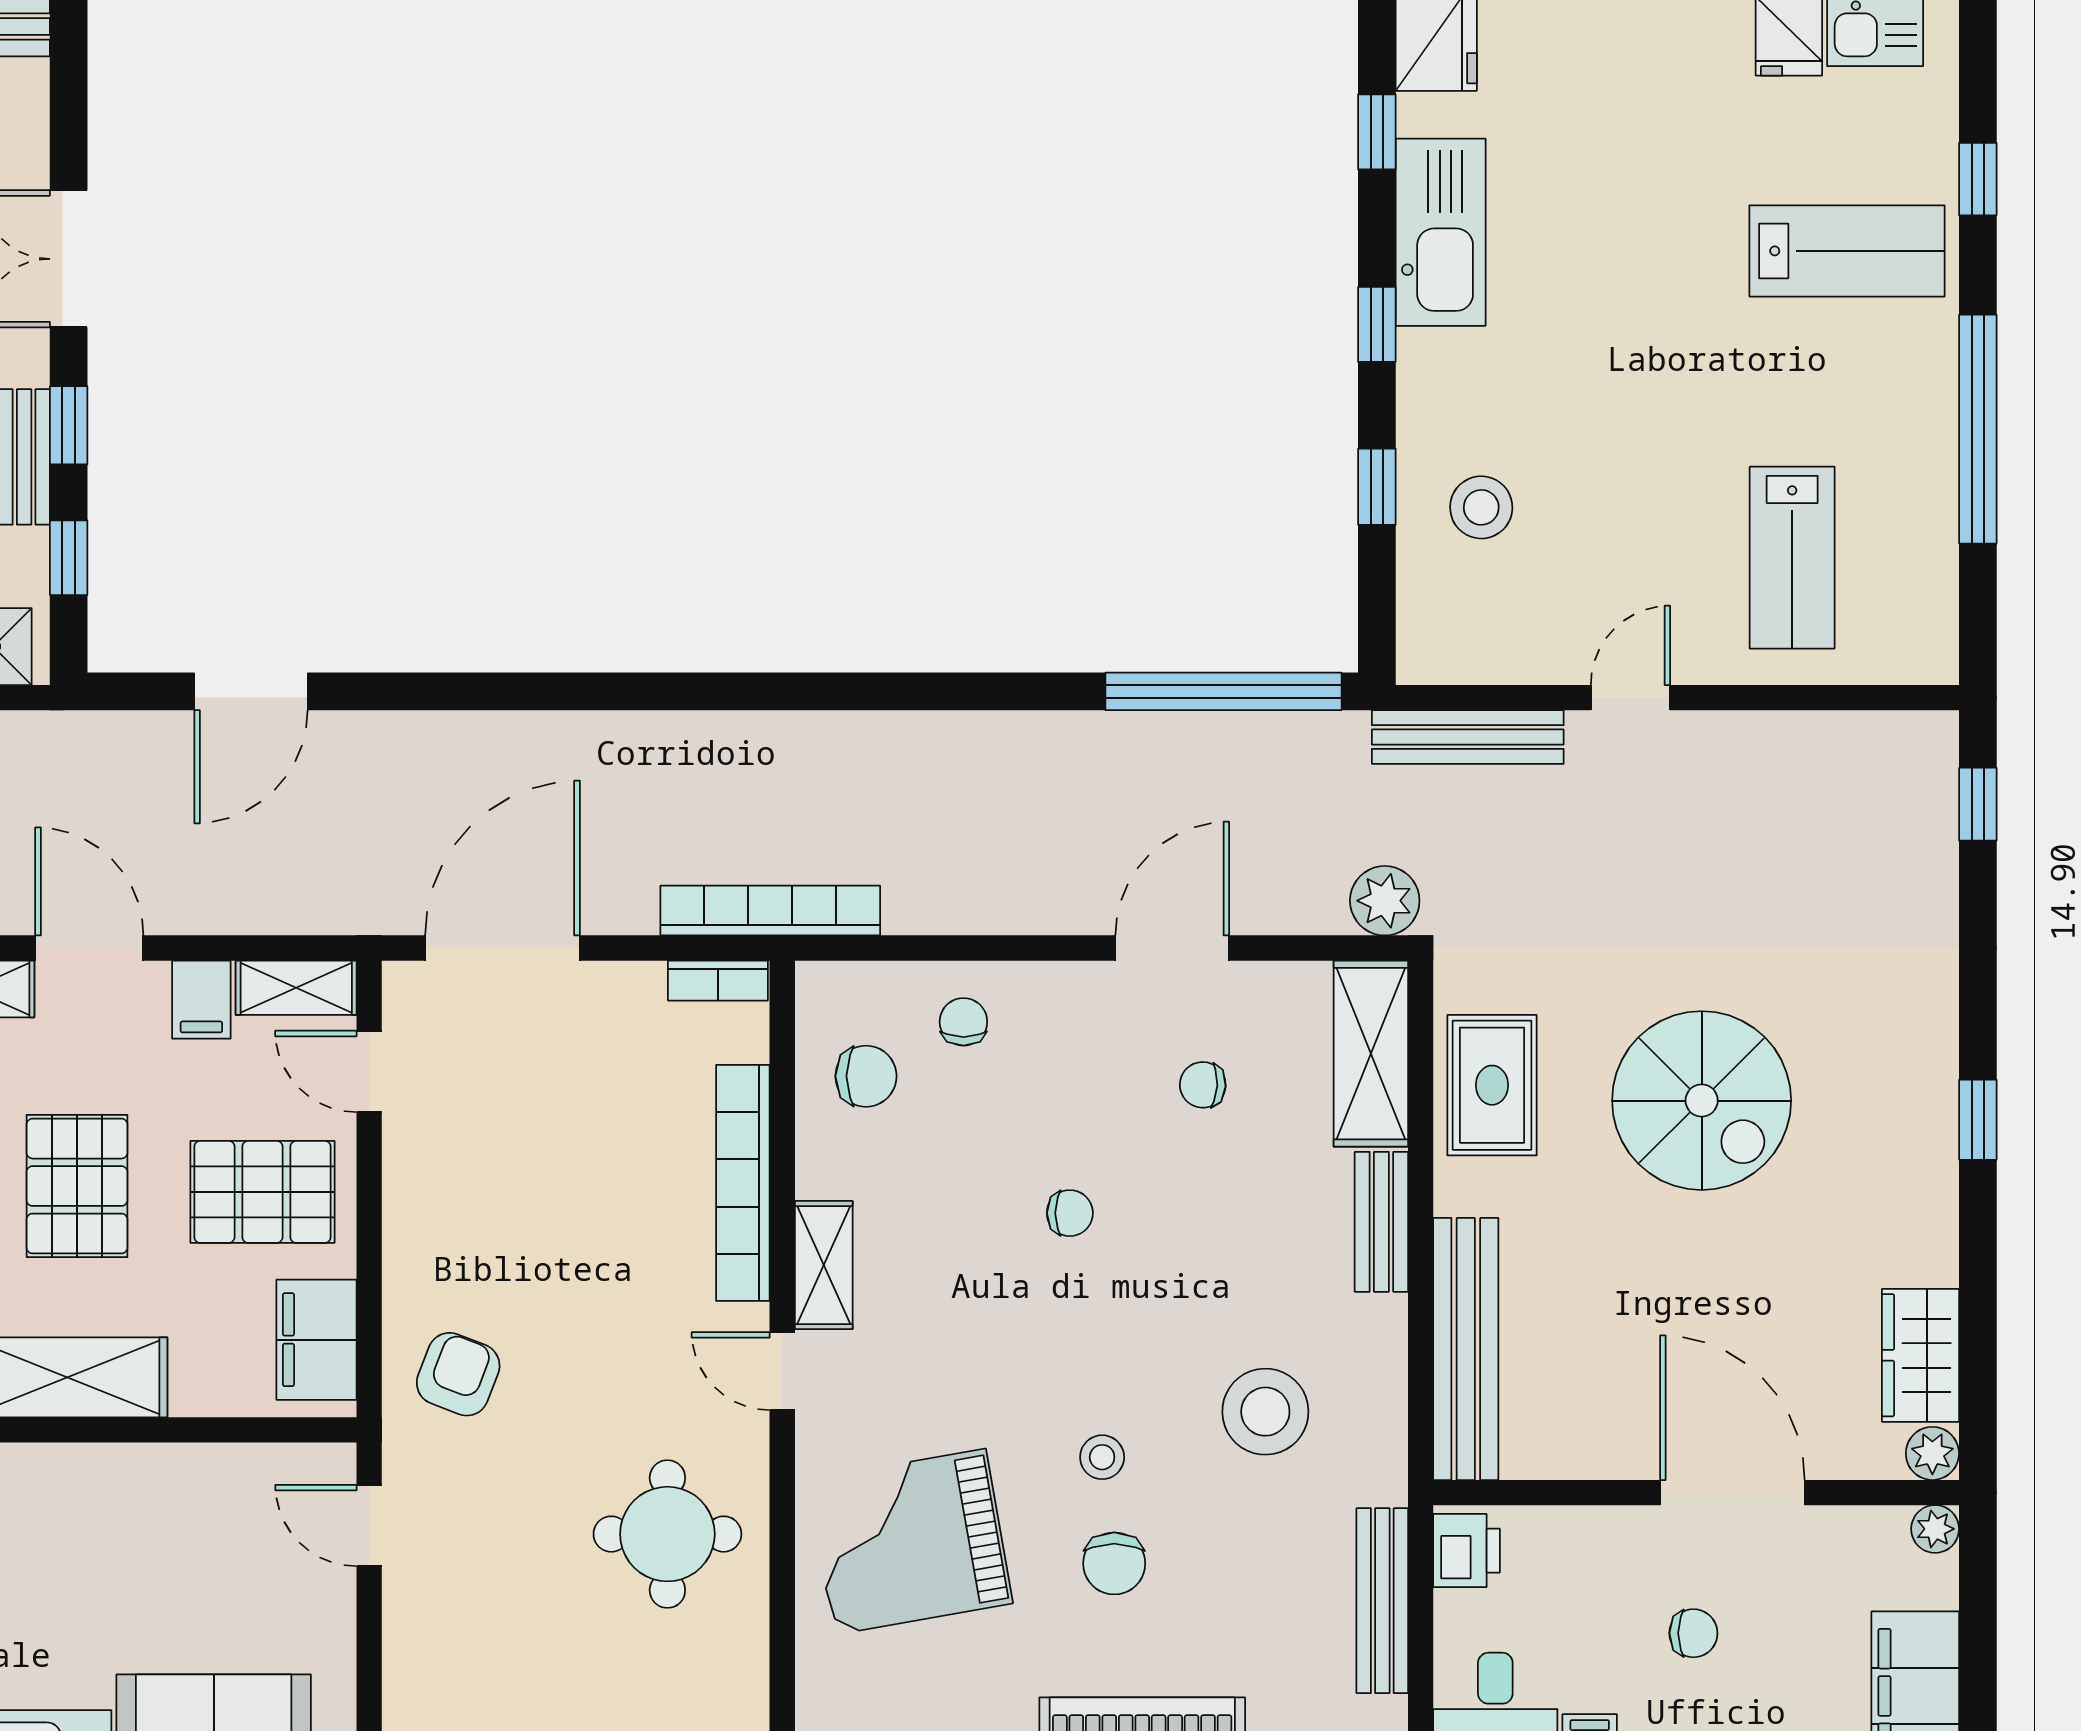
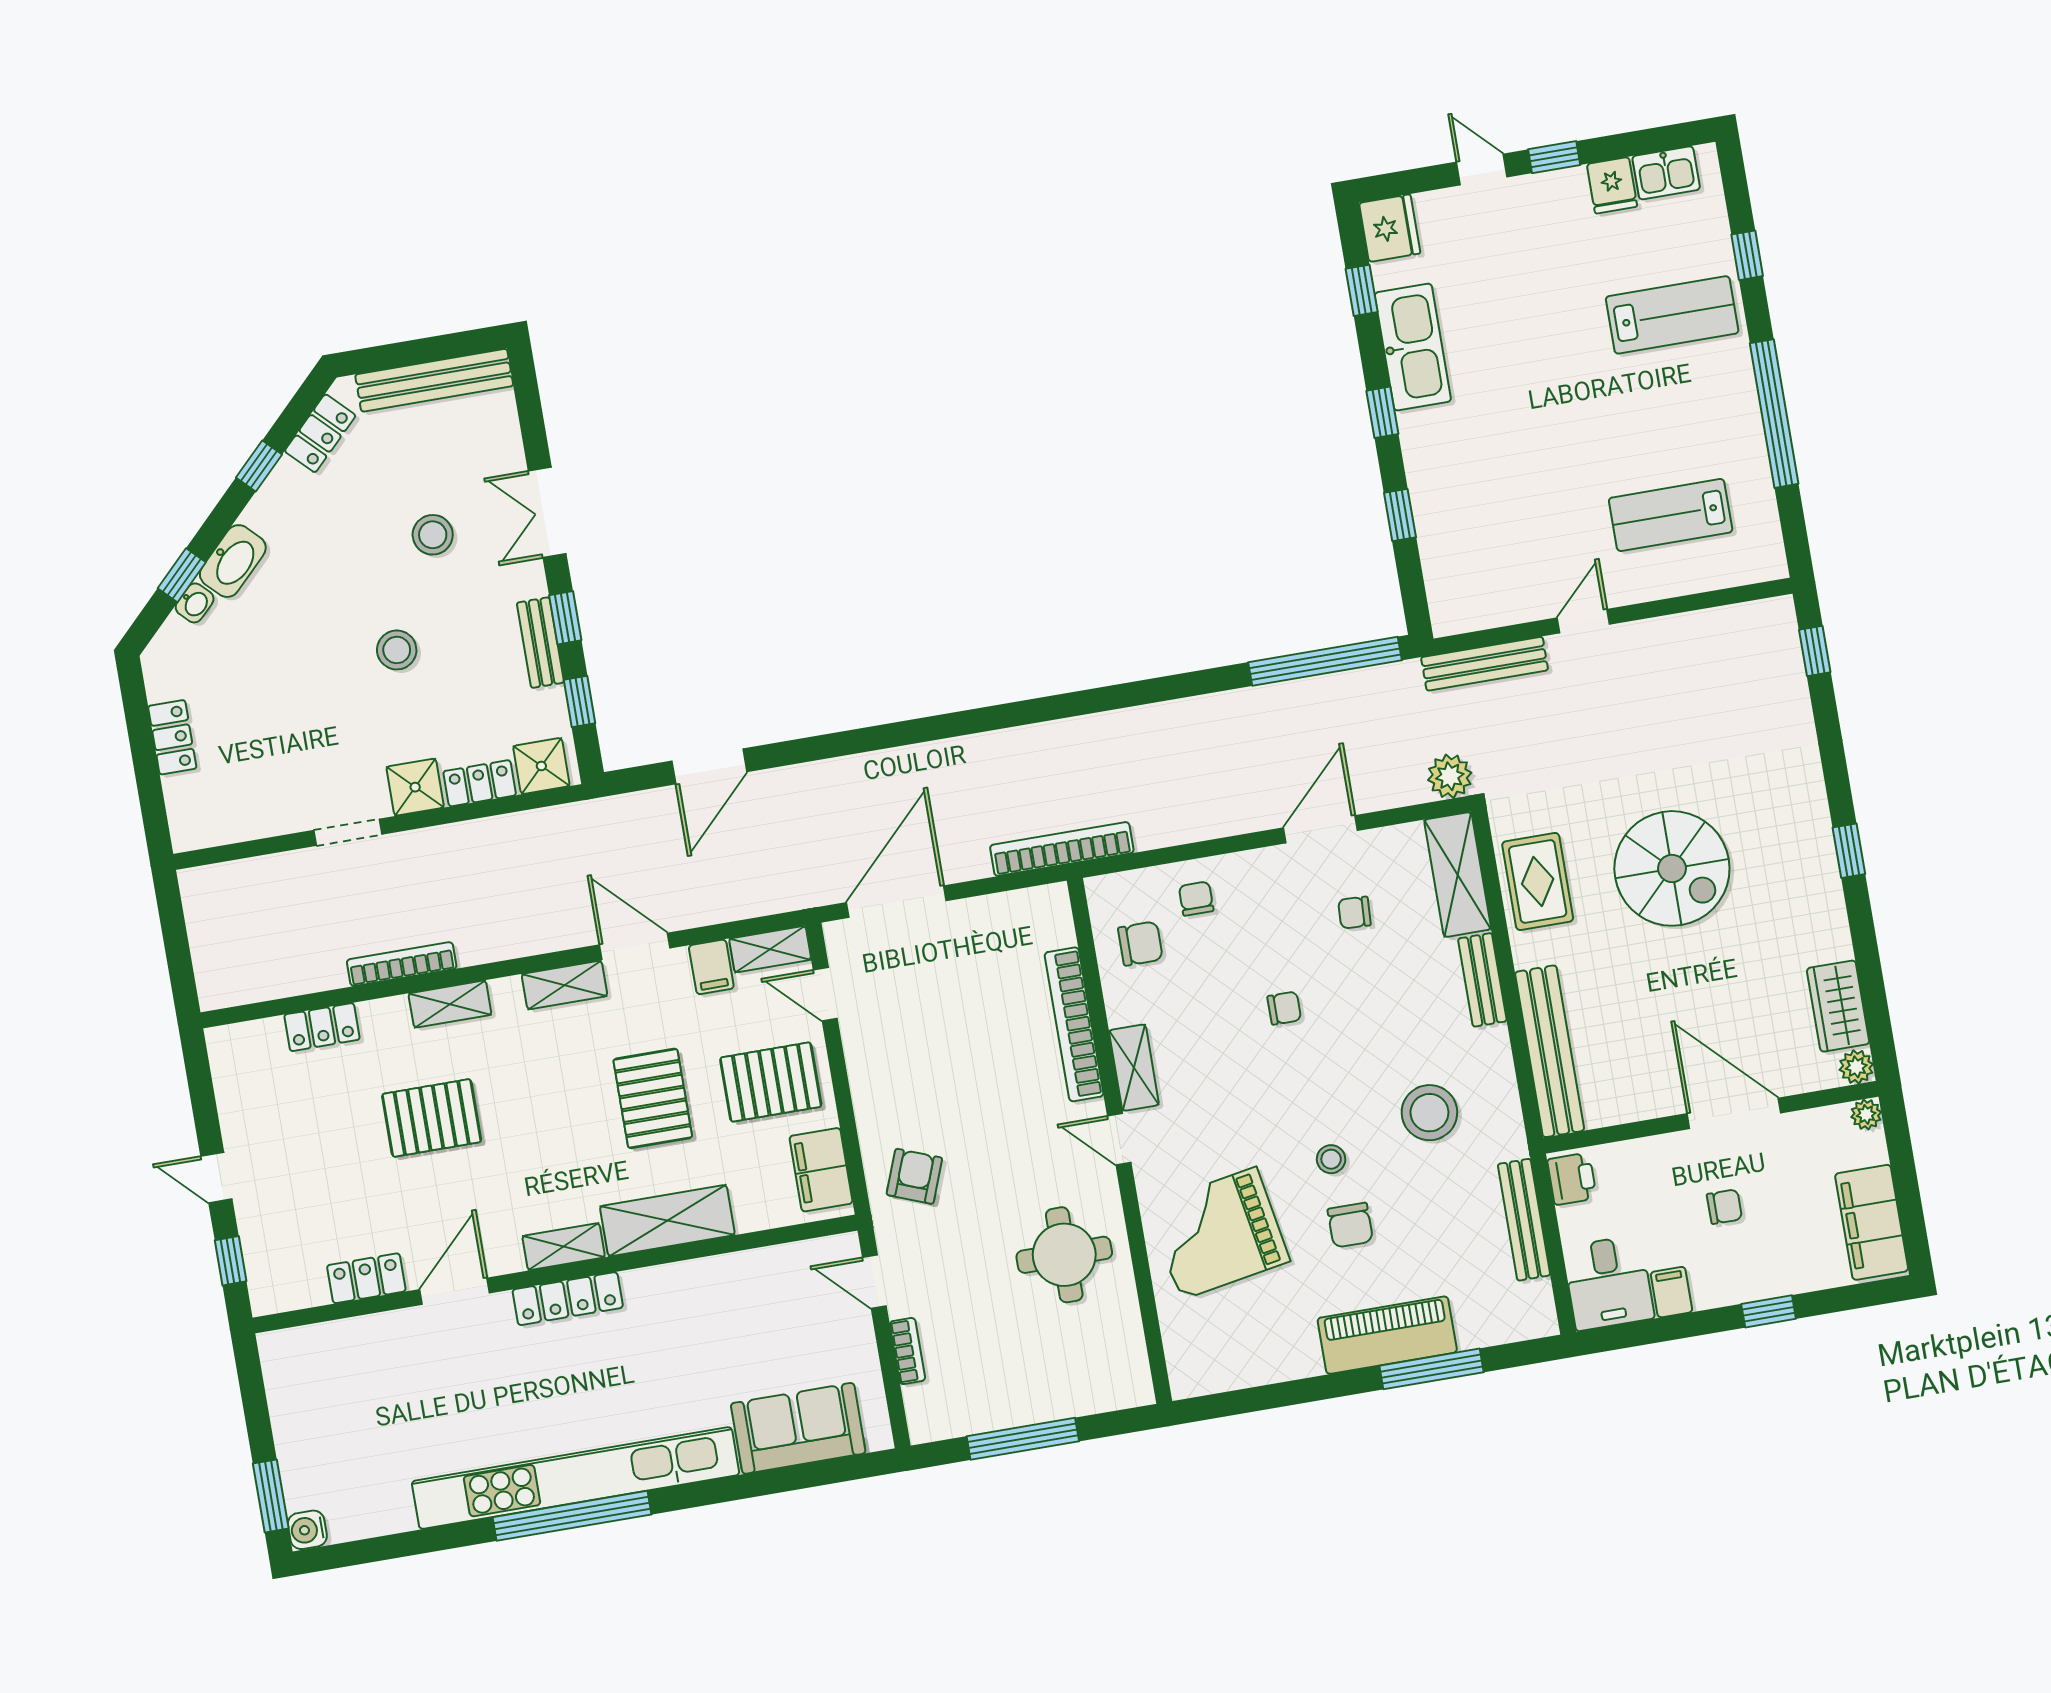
stool: (1481, 507) -> (1468, 517), removed
lab bench: (1792, 558) -> (1671, 515), turned 90
bookcase: (718, 981) -> (907, 1351), moved, turned -90

